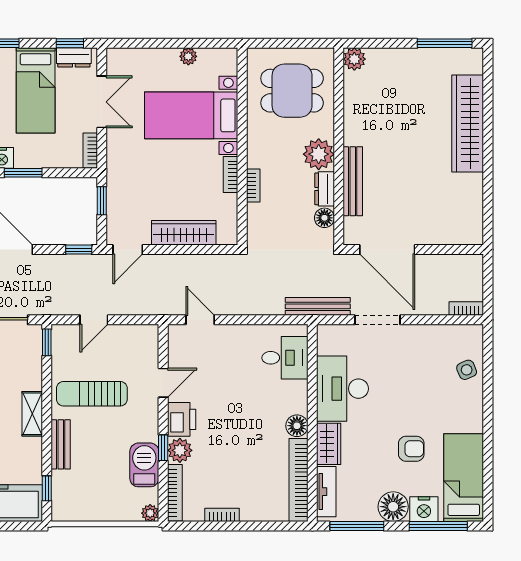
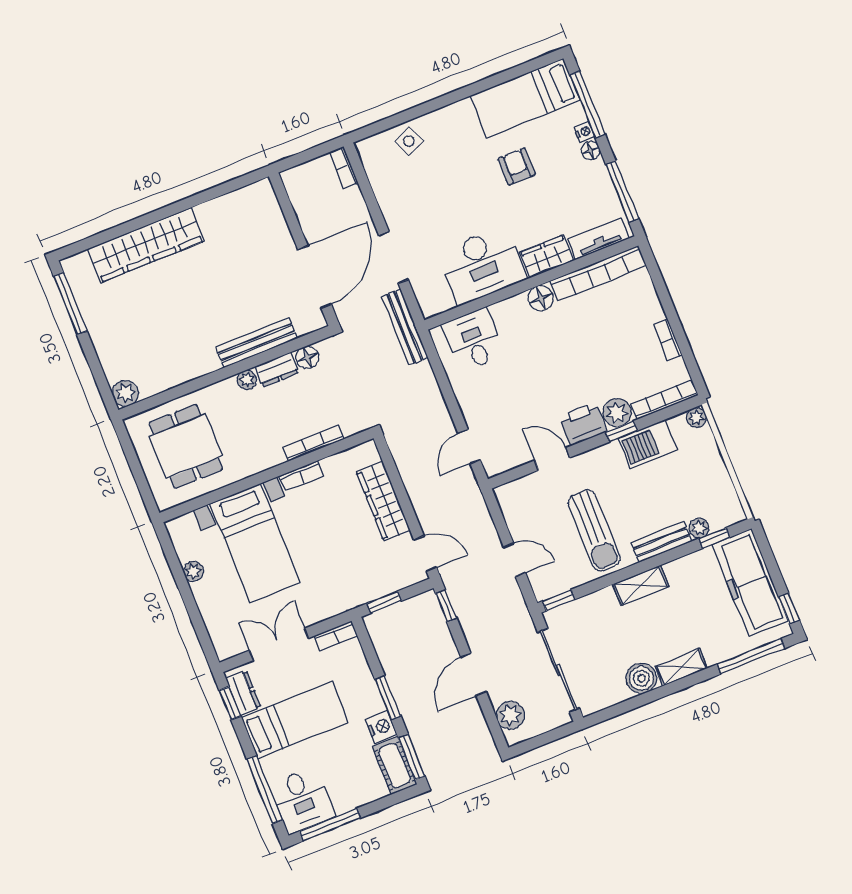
plant: (319, 154) -> (247, 380), width x0.53, depth x0.53
bookcase: (253, 186) -> (313, 443), width x1.56
plant: (60, 479) -> (699, 528), added
floor lamp: (393, 507) -> (591, 151), width x0.53, depth x0.53
nightstand: (424, 509) -> (584, 132), width x0.53, depth x0.56

